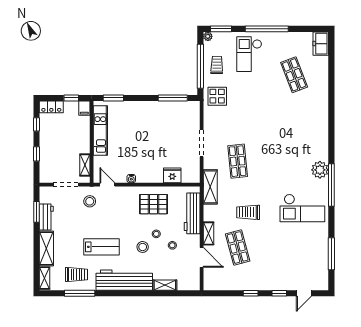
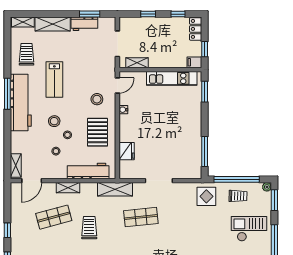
stool: (90, 201) -> (97, 99), moved
door: (202, 257) -> (32, 181), moved
trolley: (76, 274) -> (26, 54), turned 180
shelving: (165, 285) -> (16, 165), moved
window: (80, 293) -> (7, 94), moved

